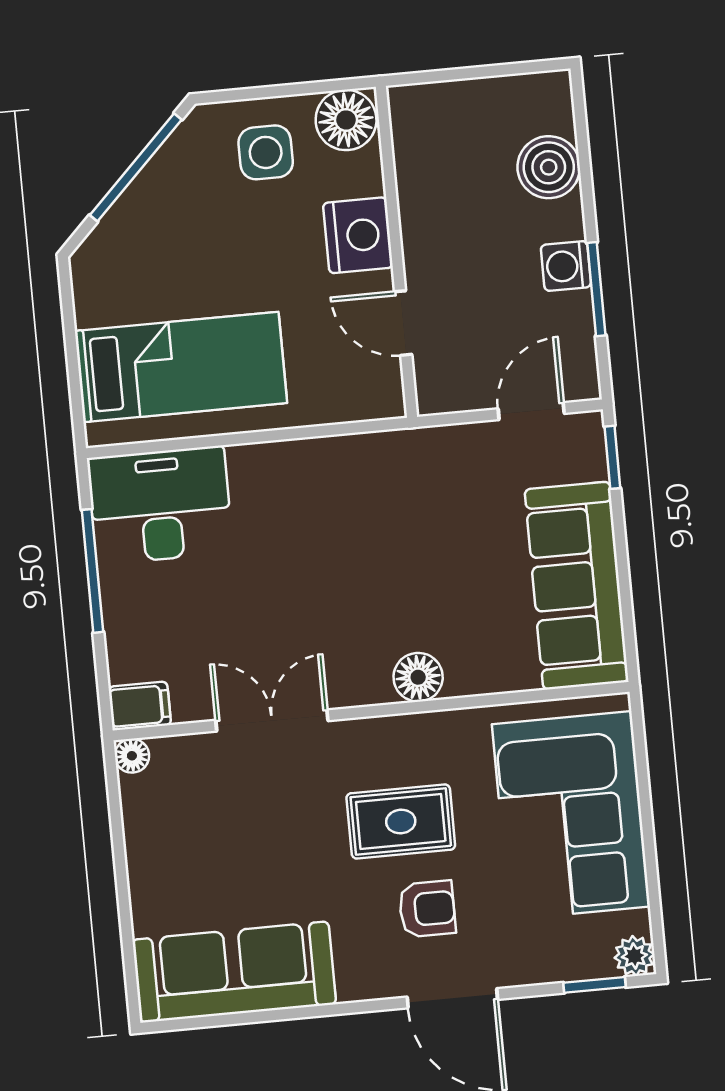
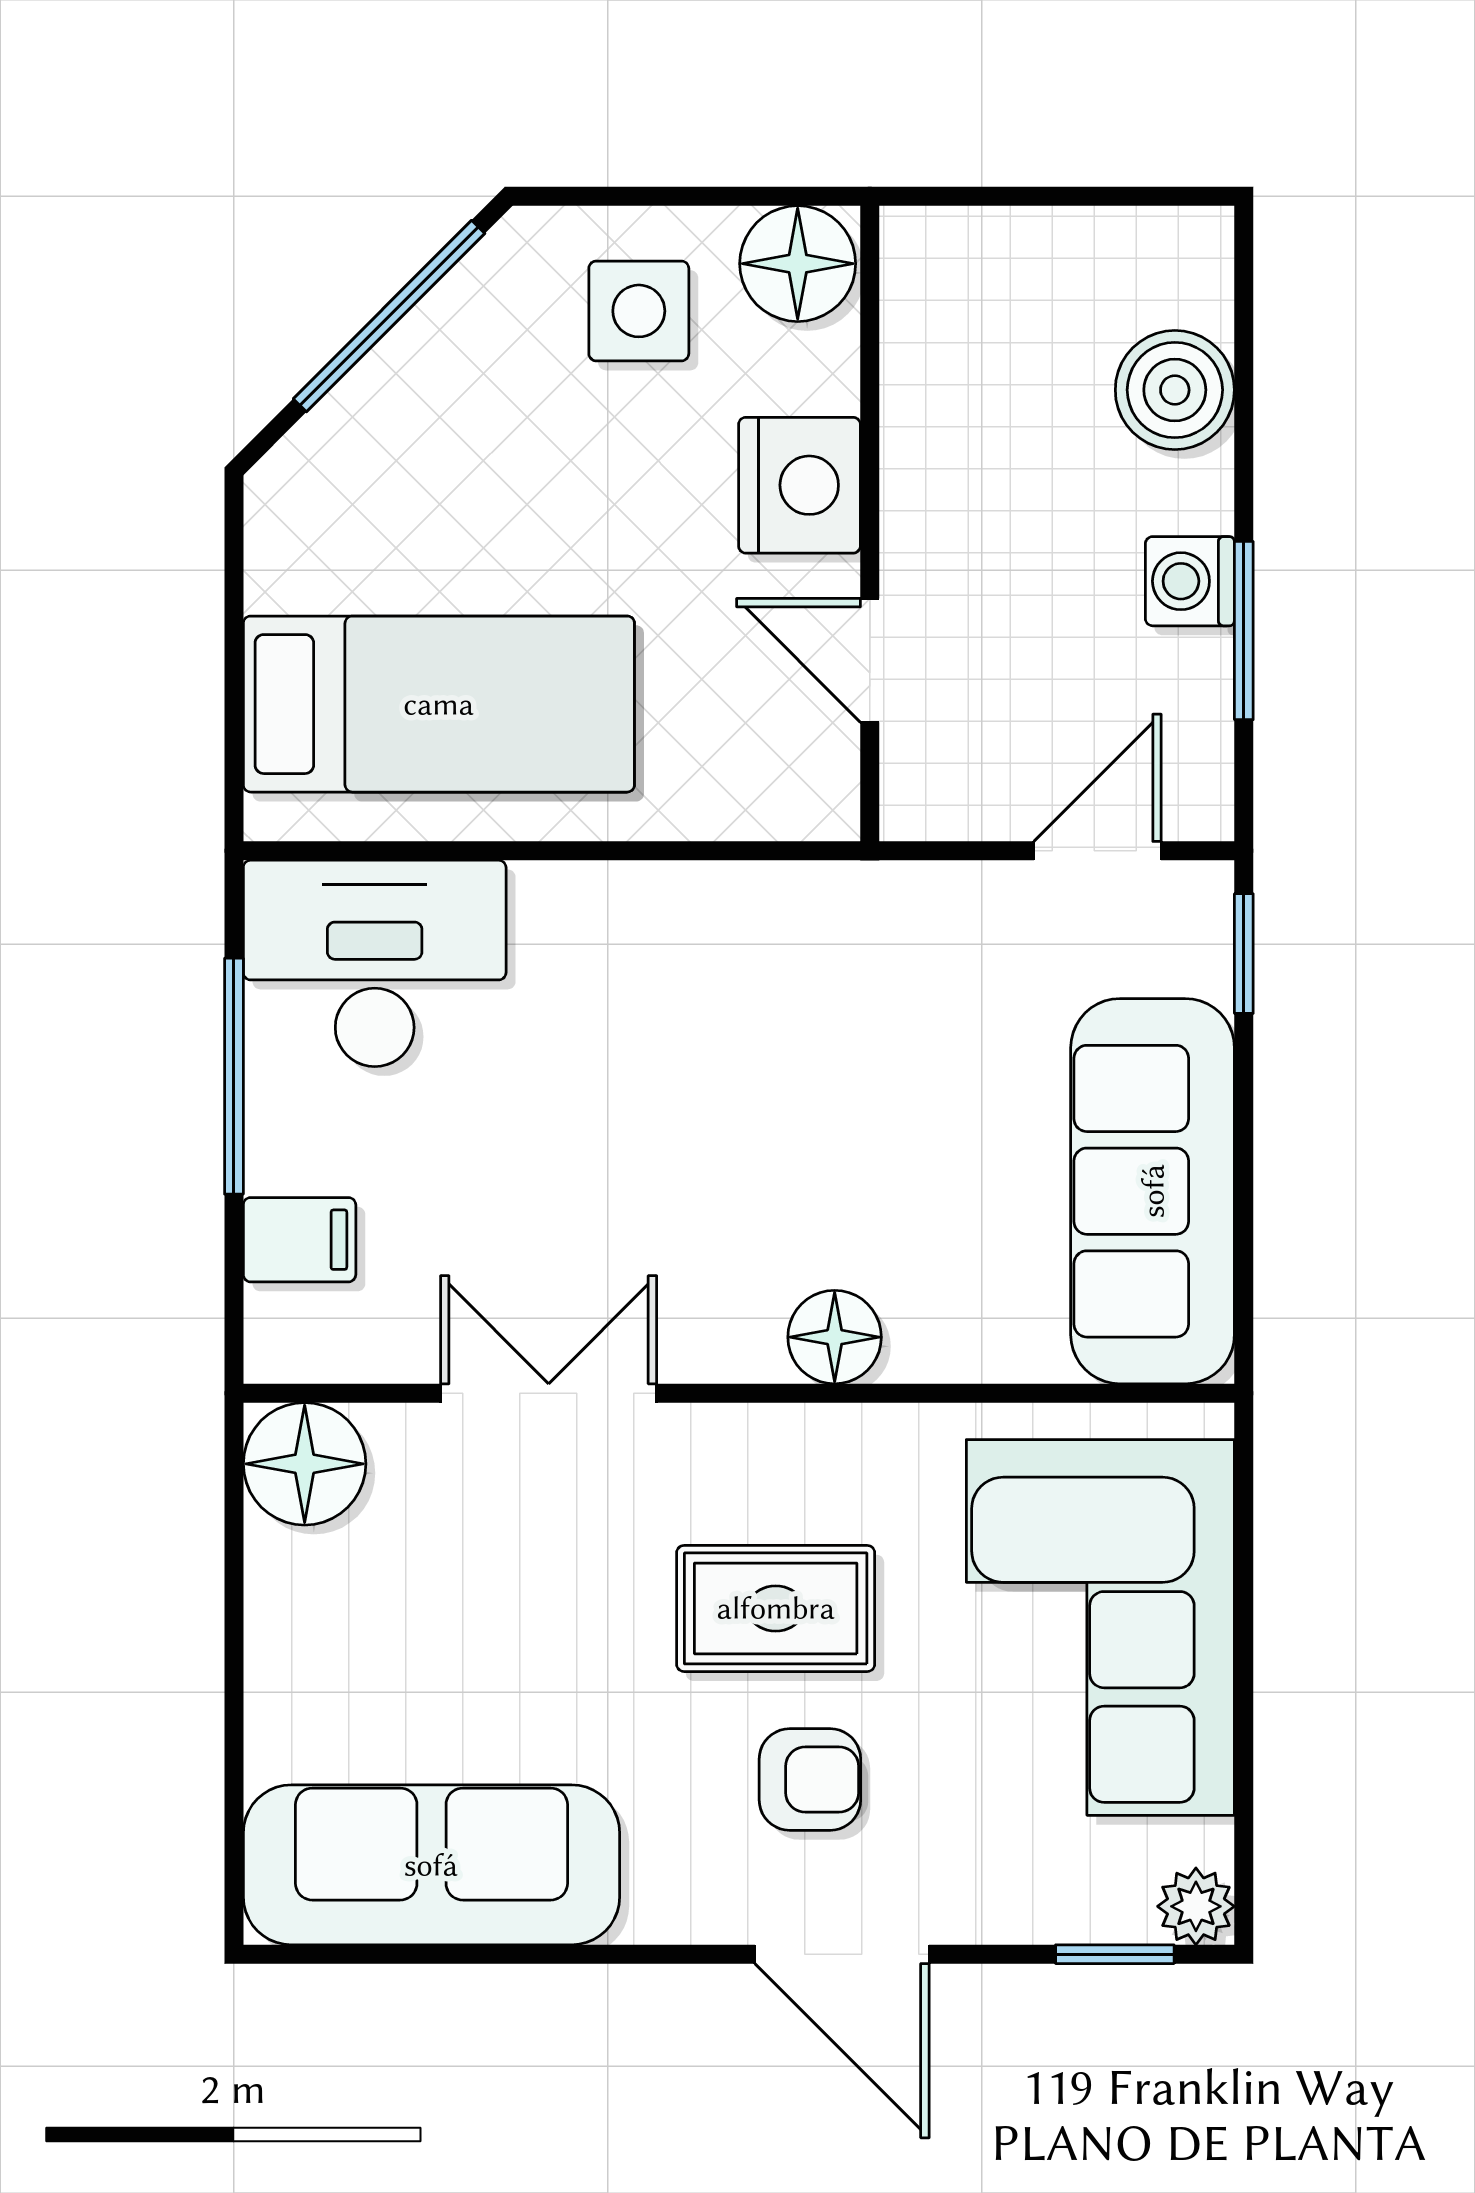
filing cabinet: (140, 706) -> (300, 1240), moved
floor lamp: (132, 756) -> (305, 1464), width x1.89, depth x1.89

